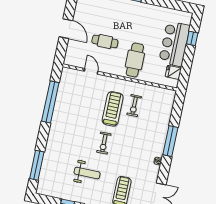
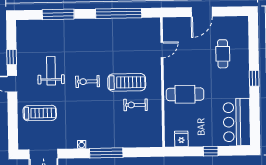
window: (192, 38) -> (211, 151), moved
cafe table: (105, 41) -> (223, 54), moved
bar counter: (174, 44) -> (237, 122), moved, turned -90
window: (37, 165) -> (58, 14), moved
weight bench: (87, 173) -> (51, 71), turned 180

